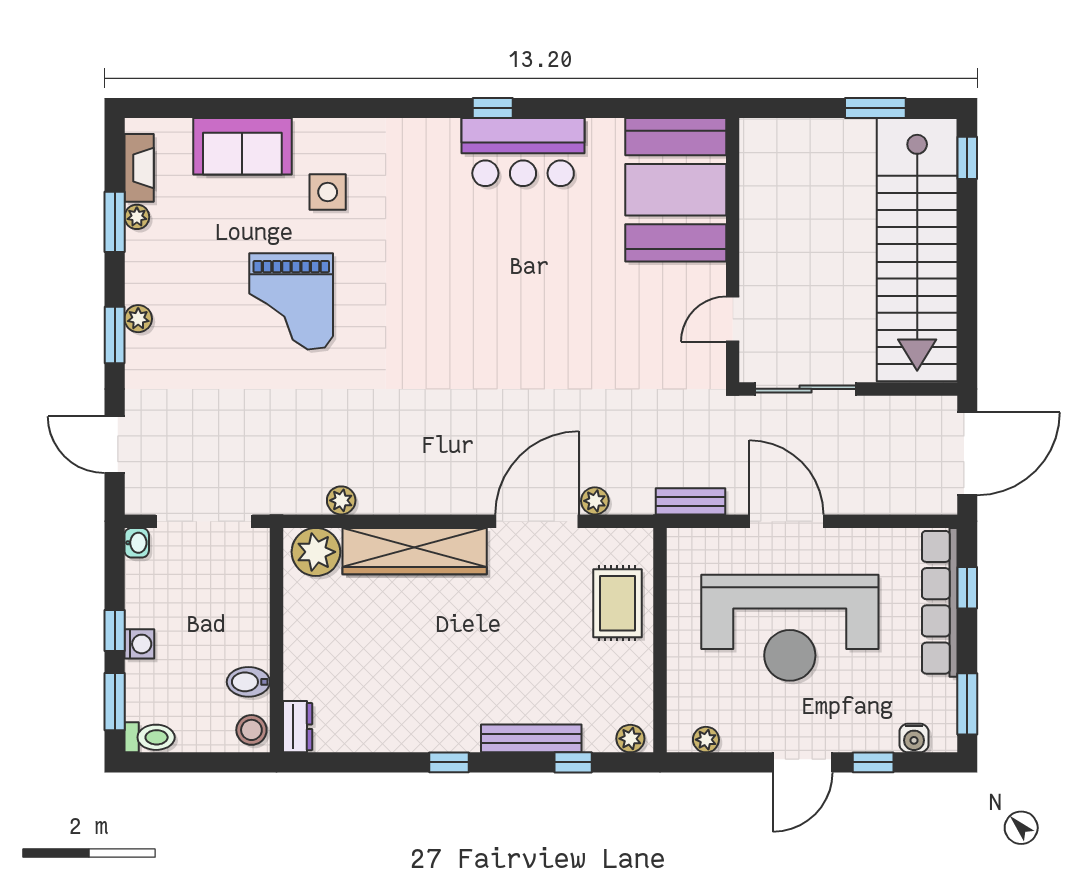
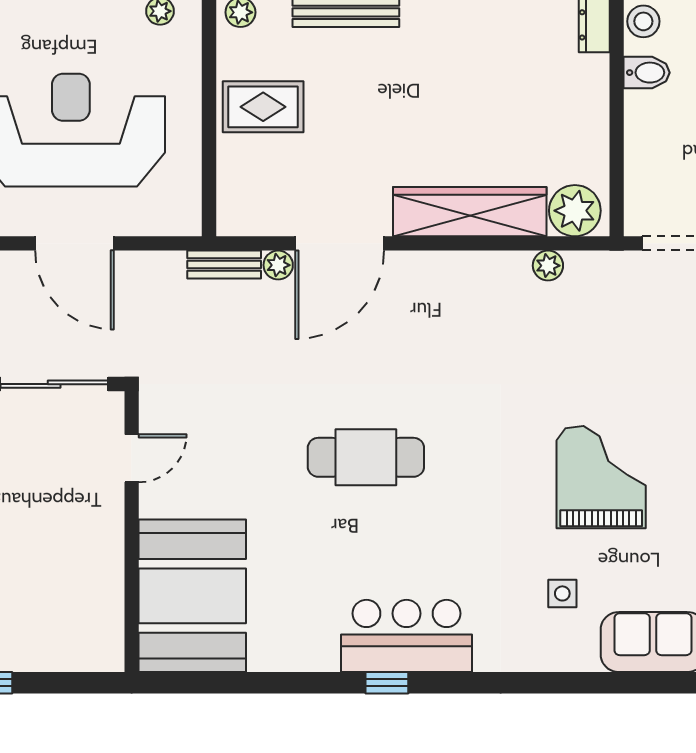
bar counter: (523, 152) -> (407, 636), moved
side table: (328, 192) -> (562, 593), width x0.73, depth x0.73
cafe table: (512, 320) -> (366, 457), added
bench: (690, 501) -> (224, 265), moved
rug: (617, 603) -> (263, 107), moved, turned 90

